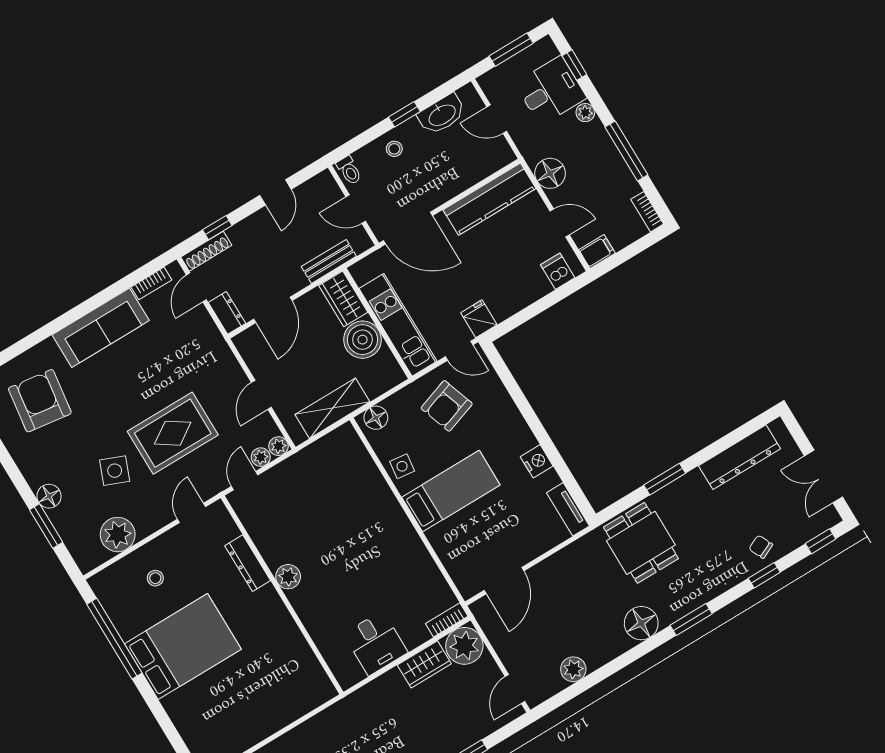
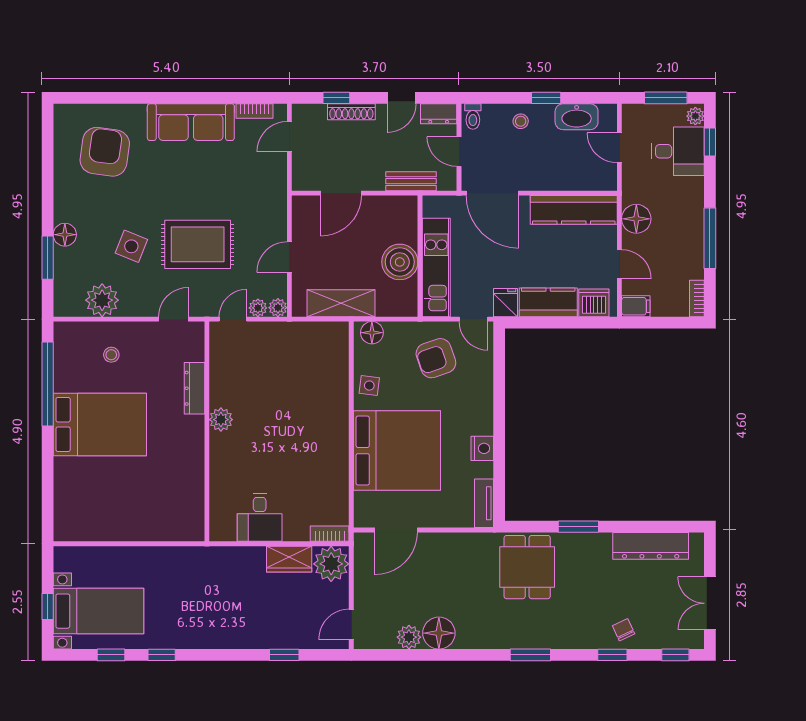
plant: (585, 113) -> (695, 116), moved
shoe rack: (206, 251) -> (351, 112), moved
dishwasher: (558, 271) -> (594, 303), width x1.38
kitchen counter: (517, 295) -> (548, 302), added
wardrobe: (343, 299) -> (404, 219), removed
dresser: (227, 313) -> (439, 114), moved, turned 90
bed: (451, 491) -> (397, 451), width x2.04
floor lamp: (641, 623) -> (439, 633), moved

